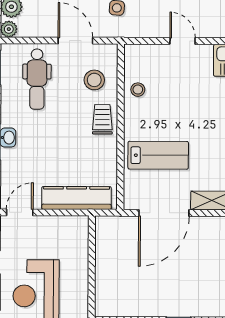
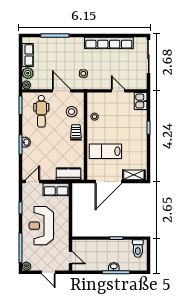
lab bench: (158, 155) -> (105, 151), turned 180
kitchen counter: (77, 198) -> (69, 174), width x0.67
row of seats: (64, 227) -> (56, 189), added

